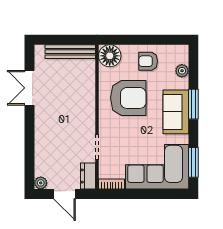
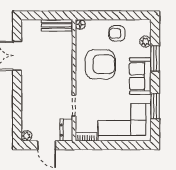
bench: (70, 52) -> (57, 25), width x0.73
floor lamp: (110, 56) -> (80, 24), width x0.53, depth x0.53
window: (193, 104) -> (155, 58), moved
window: (193, 162) -> (155, 106), moved

